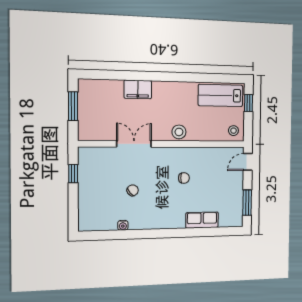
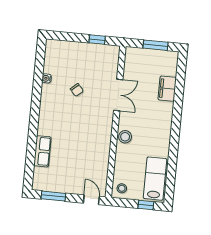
filing cabinet: (138, 89) -> (167, 89), moved
chair: (184, 178) -> (83, 138), removed

